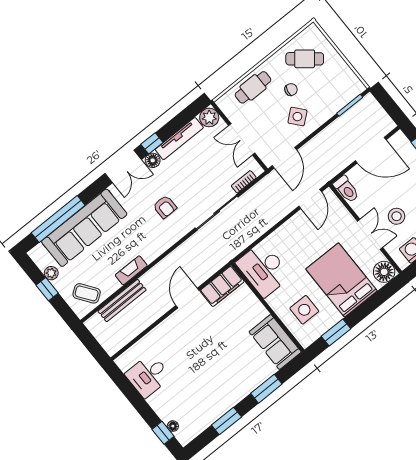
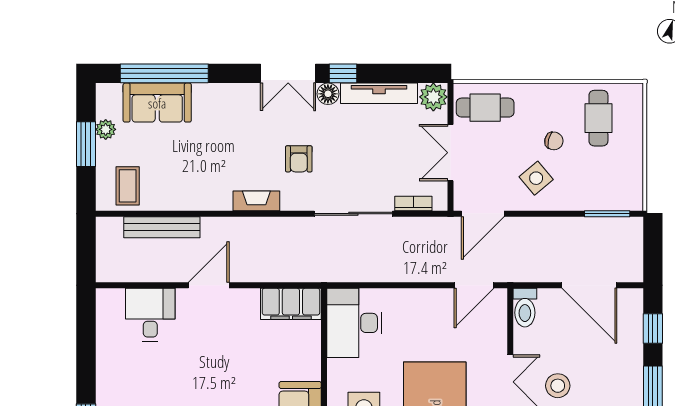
cafe table: (305, 59) -> (598, 118), turned 51
cafe table: (253, 87) -> (485, 108), moved
sofa: (84, 228) -> (157, 103), width x0.54, depth x0.79
fireplace: (131, 270) -> (256, 201), moved
window: (47, 289) -> (86, 144), width x1.50
coffee table: (87, 293) -> (128, 186), turned 36
door: (188, 298) -> (209, 285), moved
desk: (148, 375) -> (150, 315), moved, turned 90

